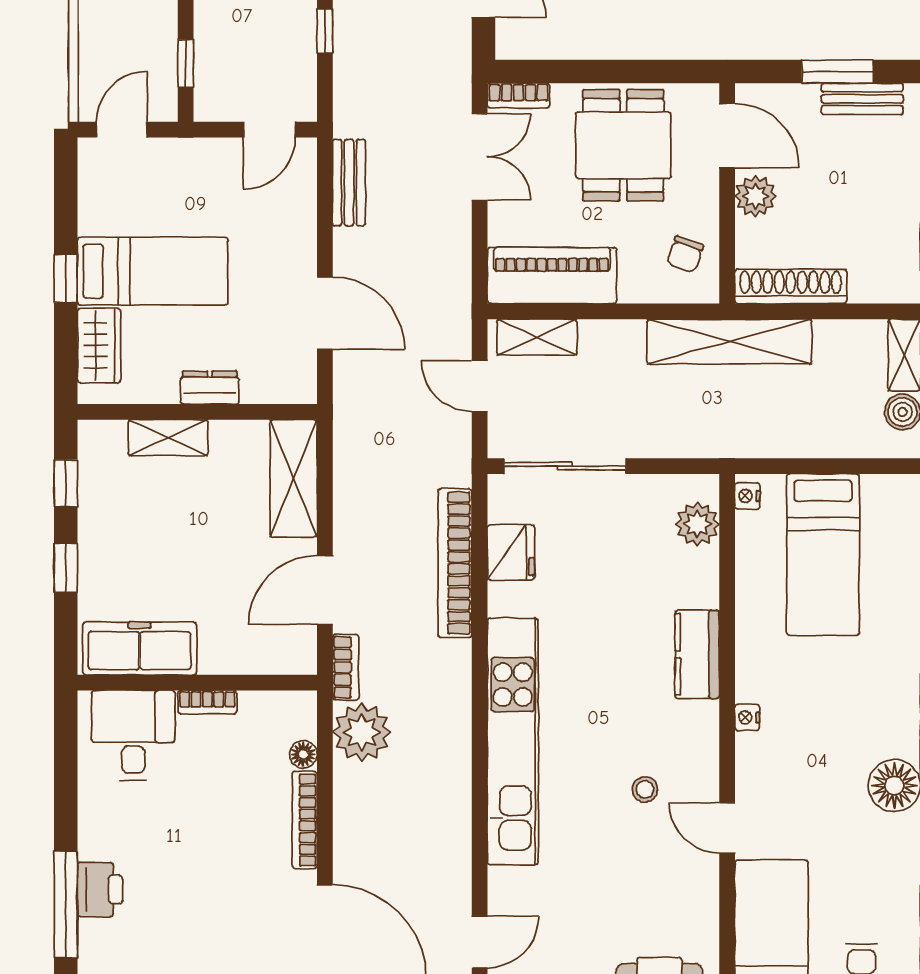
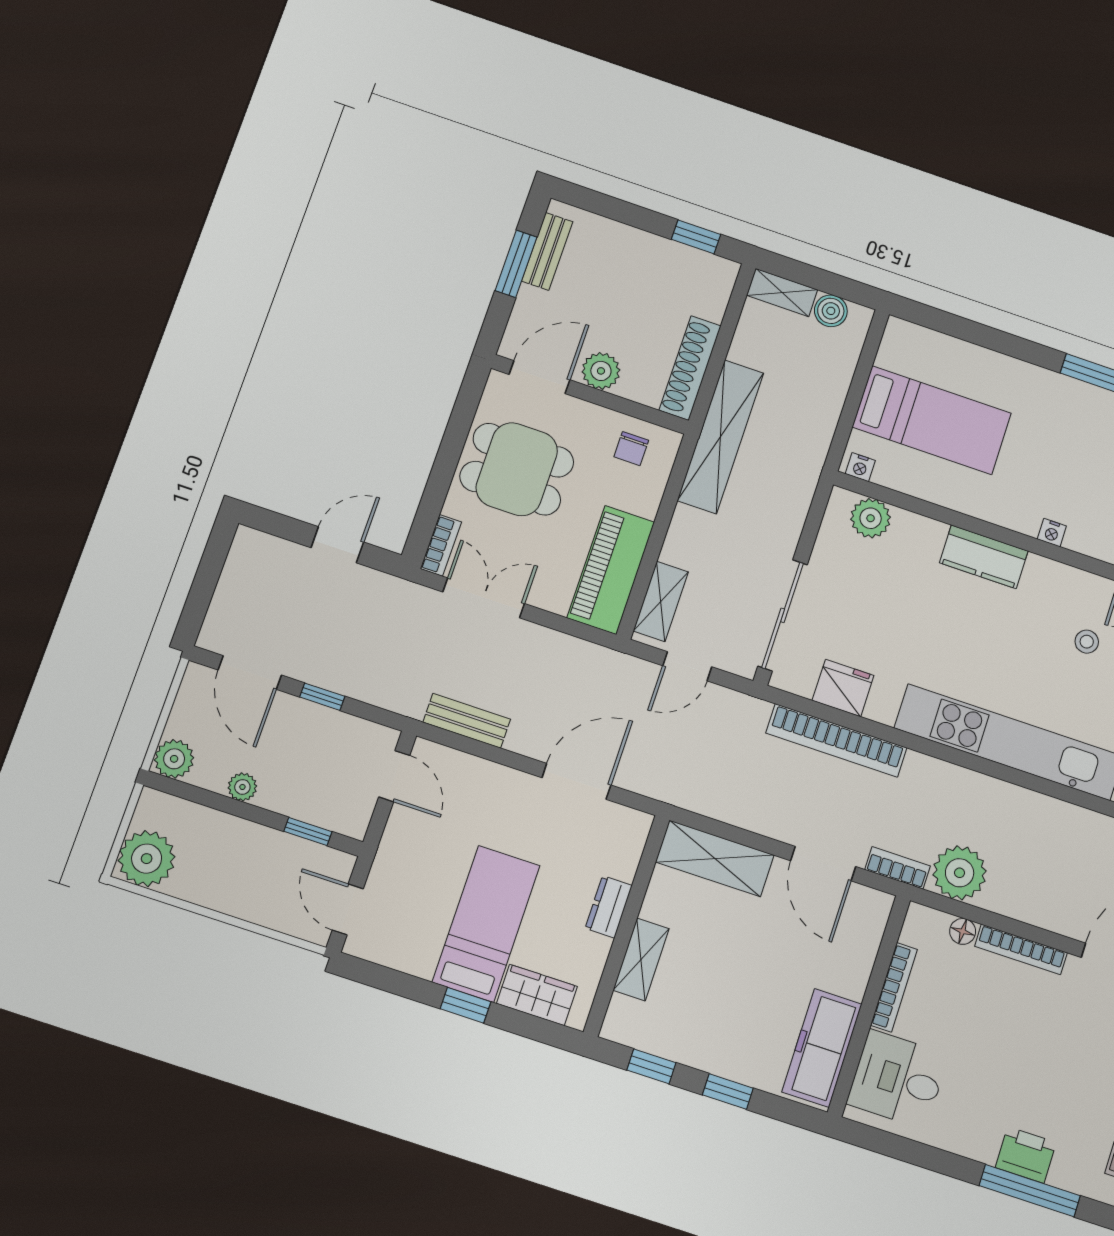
chair: (685, 254) -> (631, 449), turned 70
bookcase: (207, 702) -> (894, 987), width x1.56

